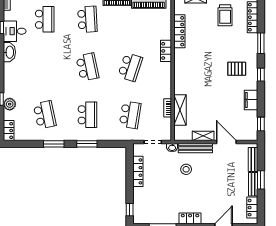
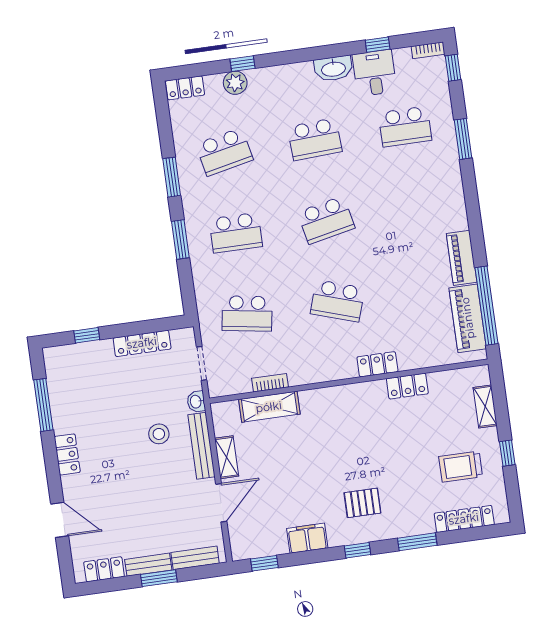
school desk: (87, 19) -> (315, 139), moved
locker: (179, 31) -> (407, 386), width x0.66
pallet: (237, 69) -> (362, 503), turned 90
window: (130, 210) -> (87, 335), moved

